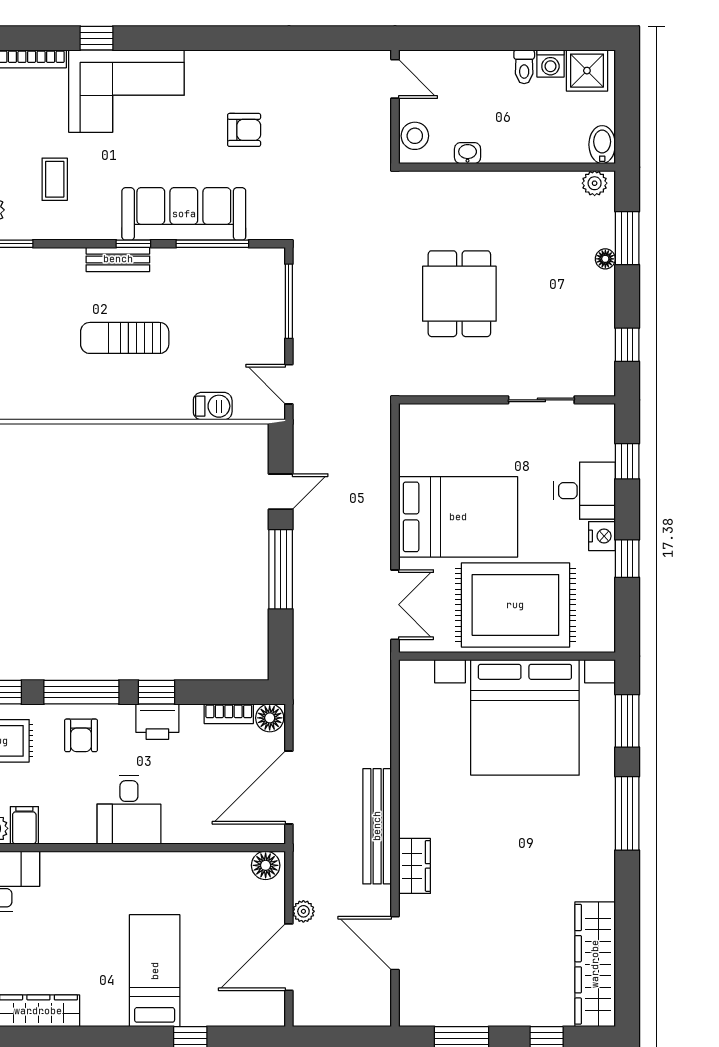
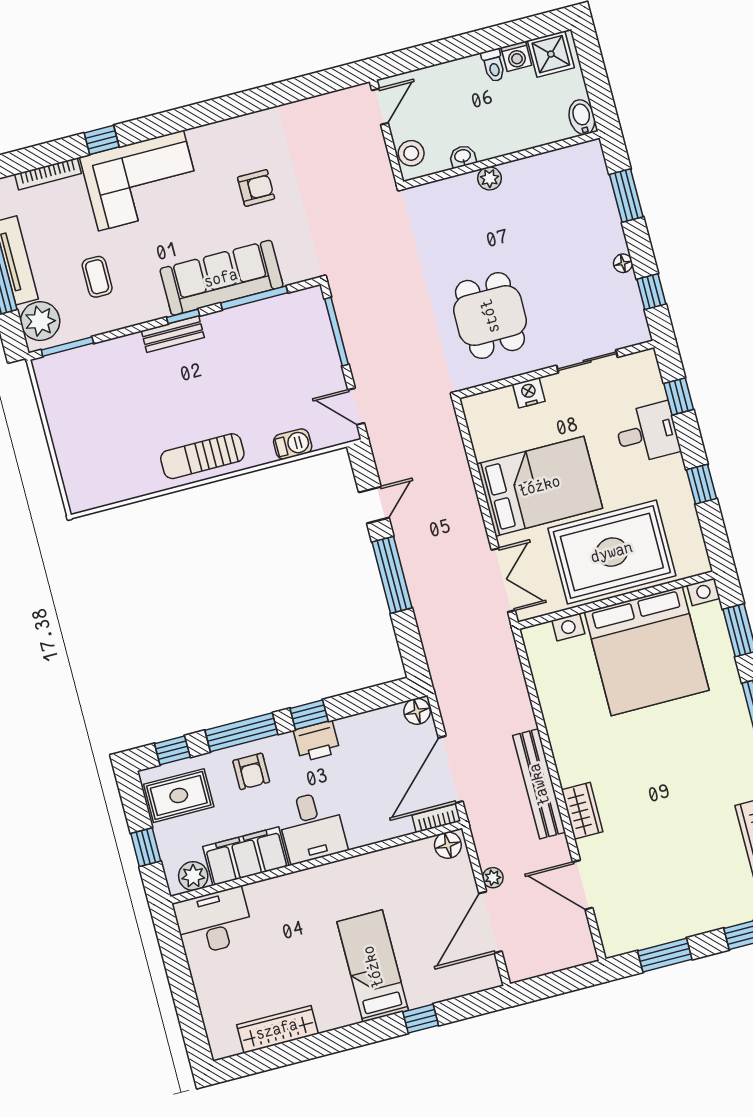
door: (395, 79) -> (380, 107), hinge flipped
plant: (595, 183) -> (490, 178), moved
floor lamp: (605, 259) -> (623, 263), moved
dining table: (459, 294) -> (490, 316), moved
sun lounger: (125, 338) -> (202, 456), moved
nightstand: (602, 536) -> (529, 393), moved, turned -90
bookcase: (229, 714) -> (436, 818), moved, turned 180
filing cabinet: (24, 825) -> (246, 856), width x3.00, depth x1.17

